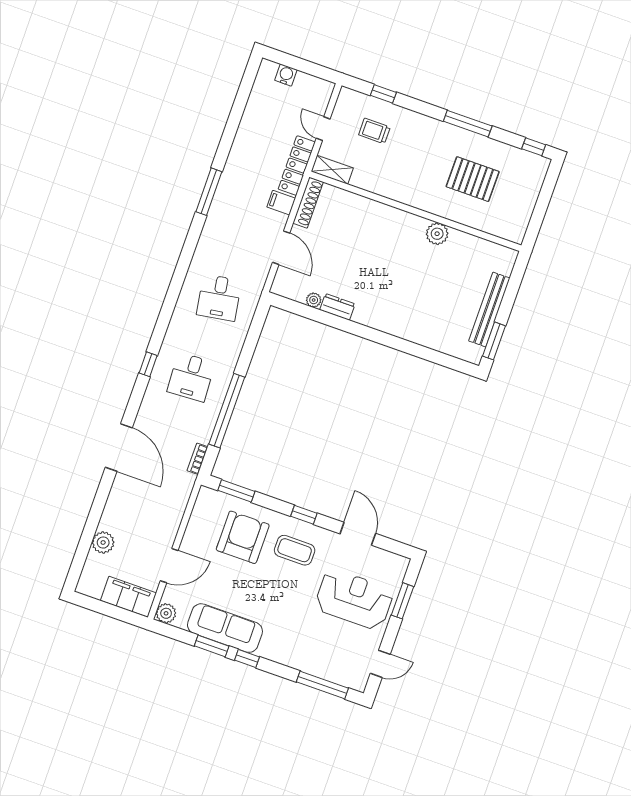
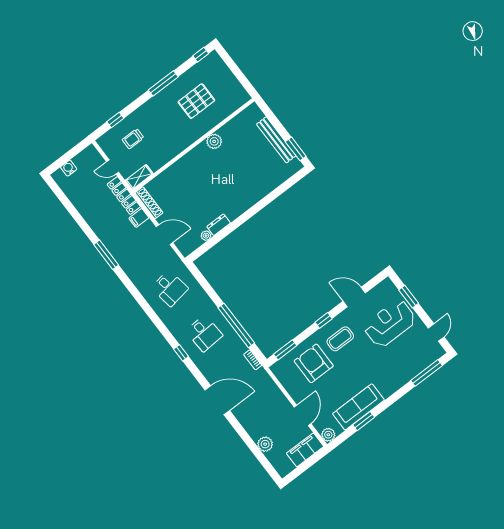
window: (247, 658) -> (384, 406), removed

